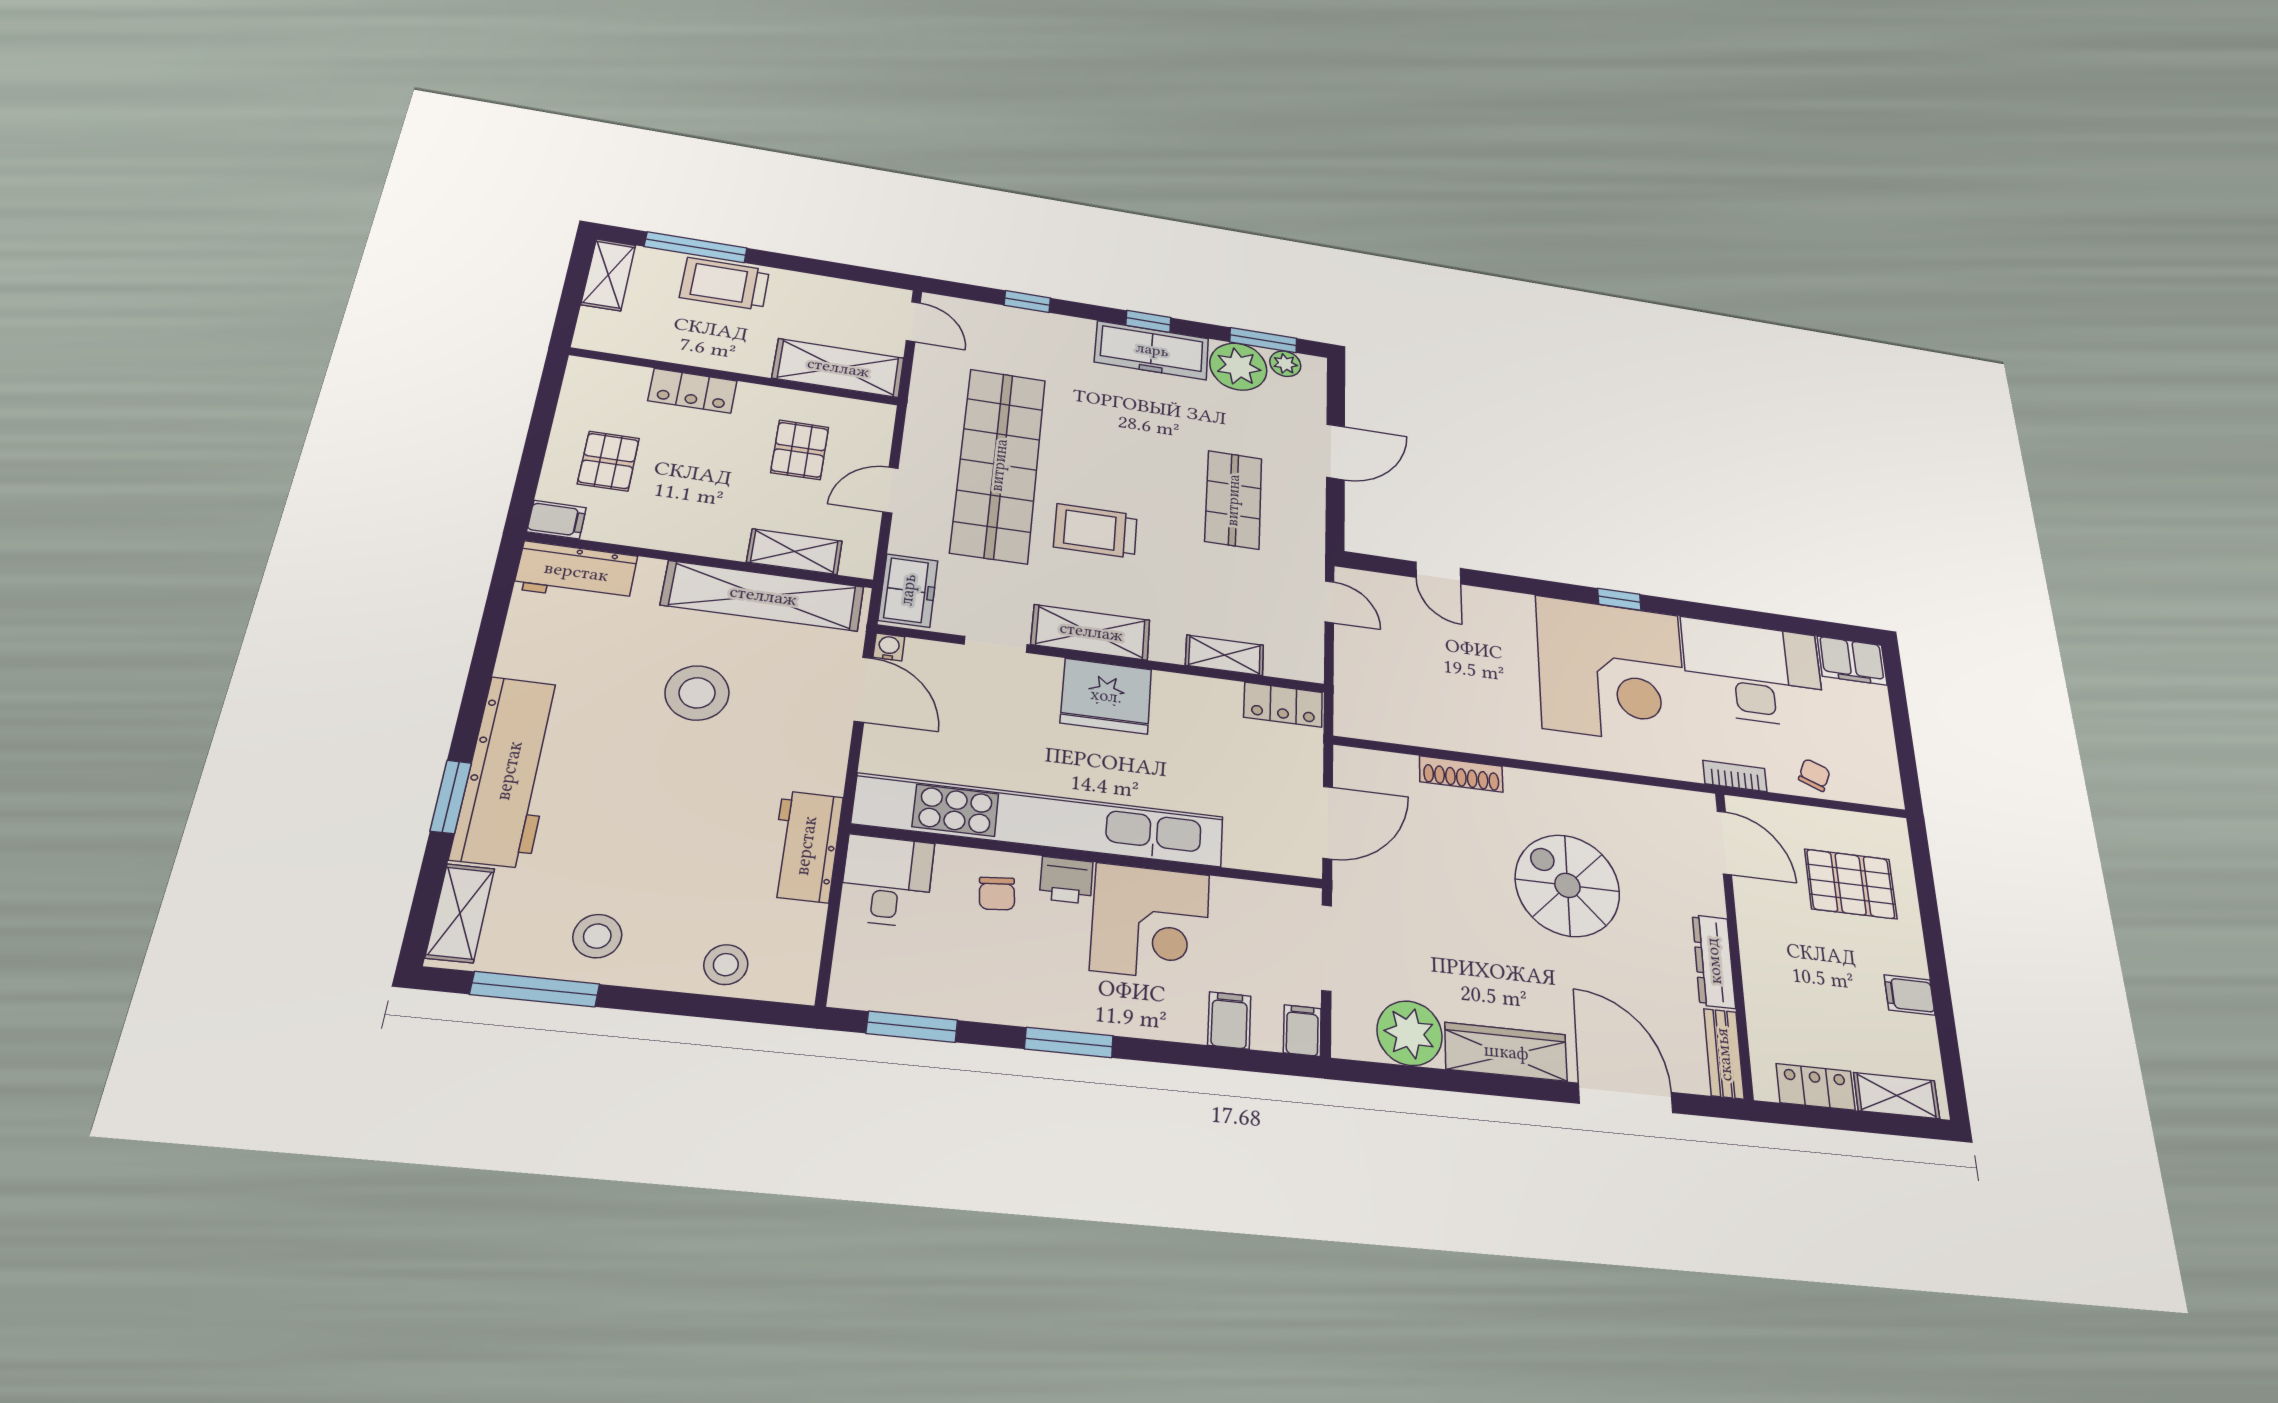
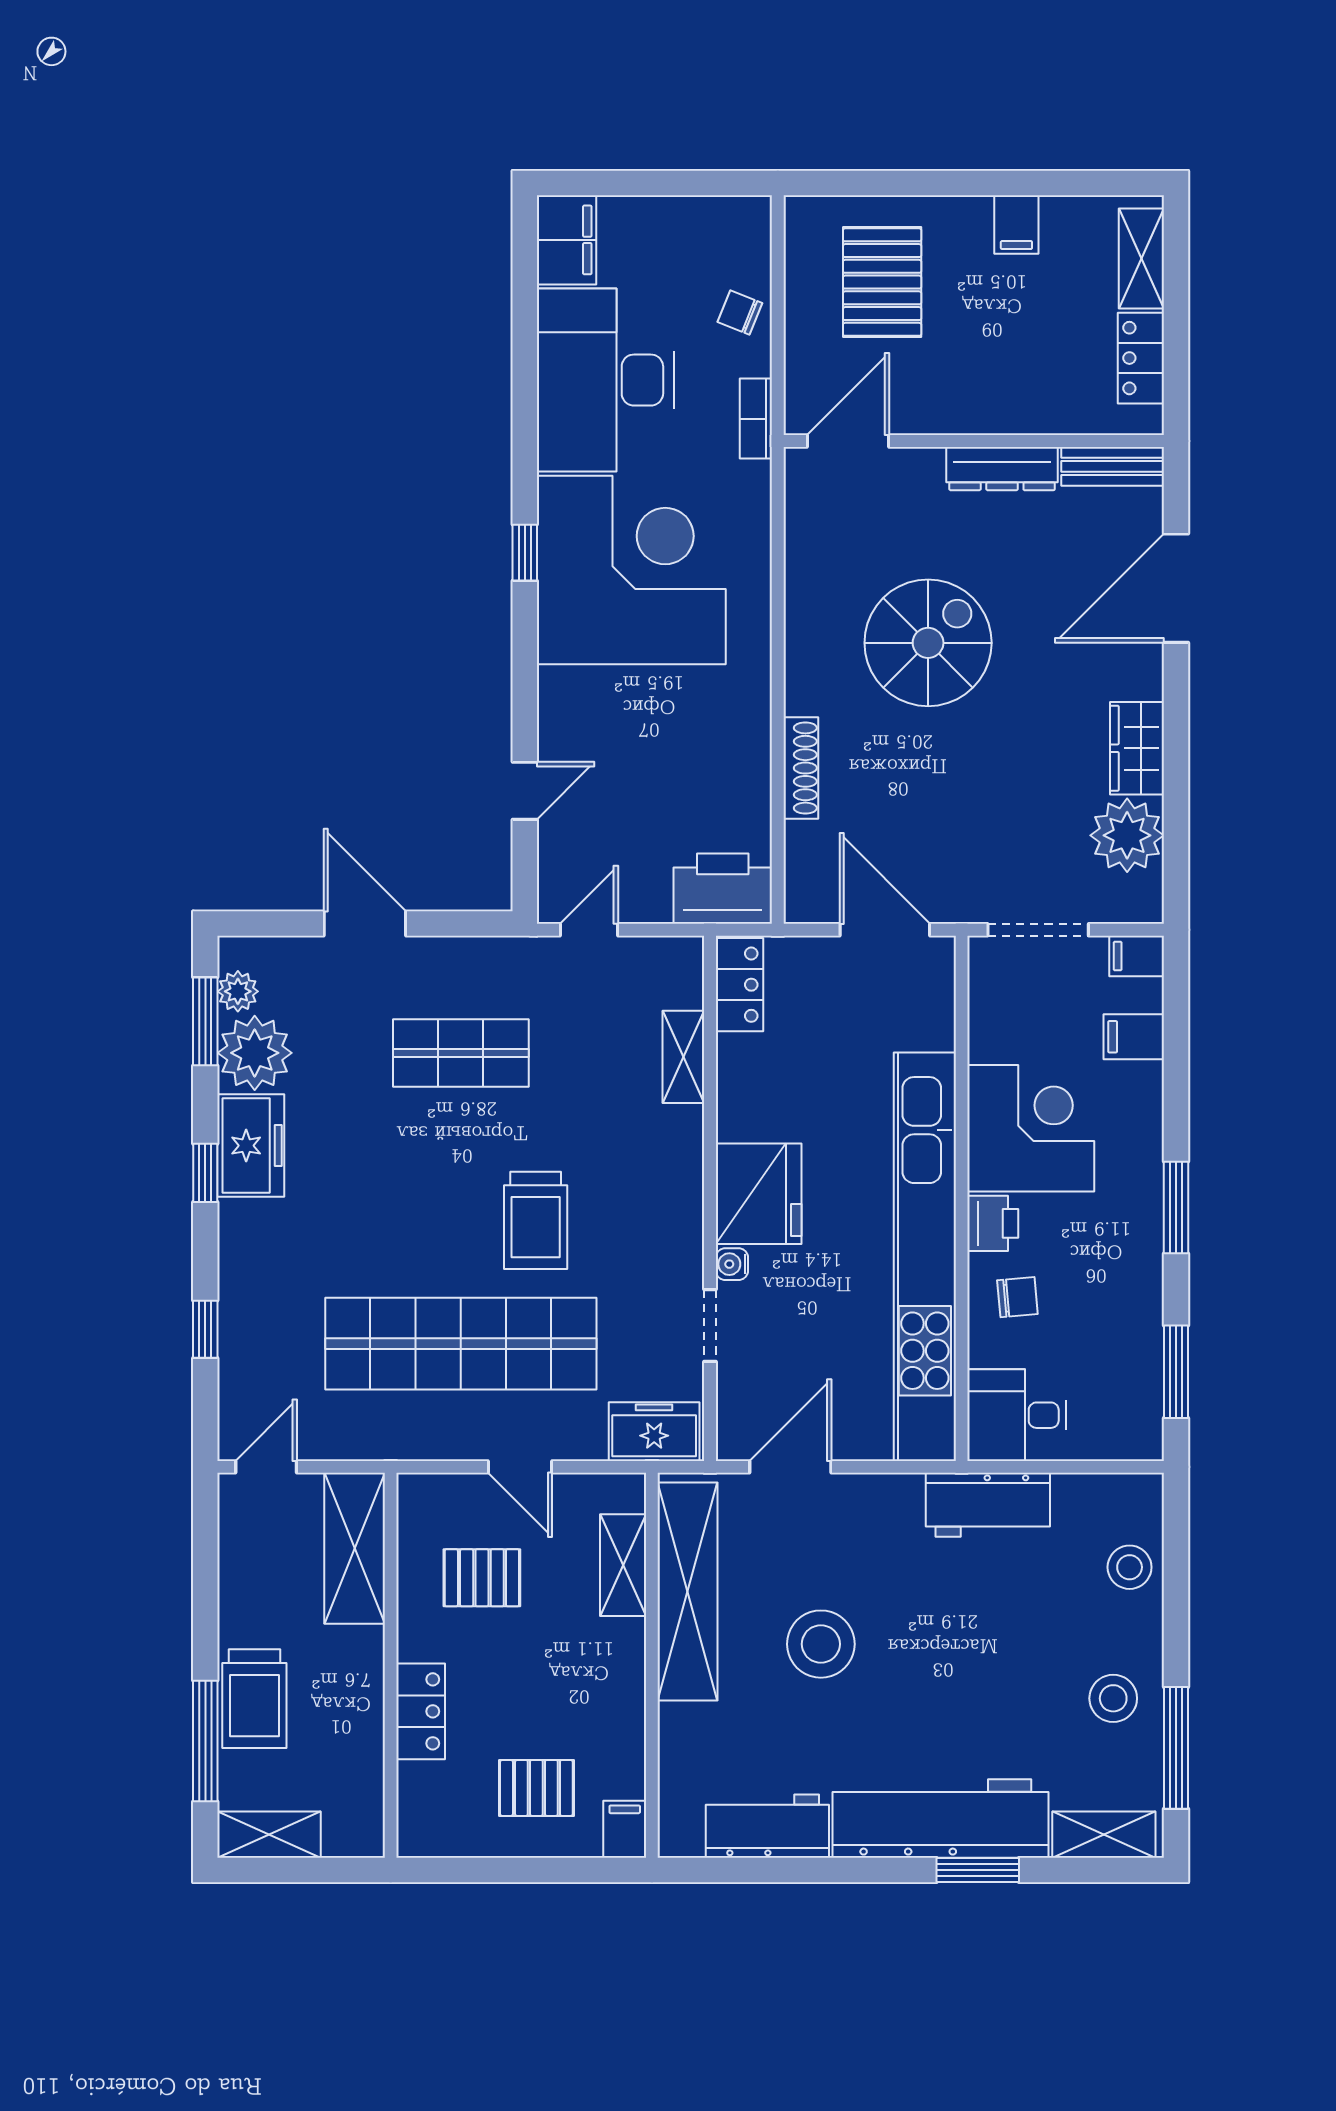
freezer: (1152, 350) -> (251, 1146), width x0.71
workbench: (576, 572) -> (767, 1826), moved, turned -90
shelving: (1091, 632) -> (677, 1217), removed
water cooler: (889, 647) -> (732, 1264), moved
printer: (1362, 703) -> (723, 889), added
spiral stairs: (1567, 885) -> (928, 643), turned 180
wardrobe: (1506, 1052) -> (1137, 748), width x0.67

